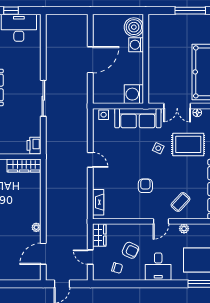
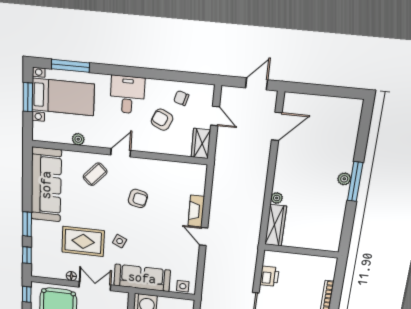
printer: (34, 145) -> (269, 276), moved
wardrobe: (24, 165) -> (276, 225), moved, turned 90
armchair: (145, 186) -> (138, 198), turned -77
fireplace: (98, 202) -> (196, 211), moved
plant: (36, 227) -> (277, 198), moved
plant: (184, 229) -> (78, 139), moved

